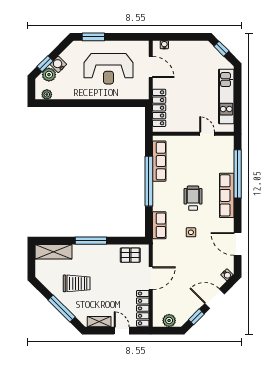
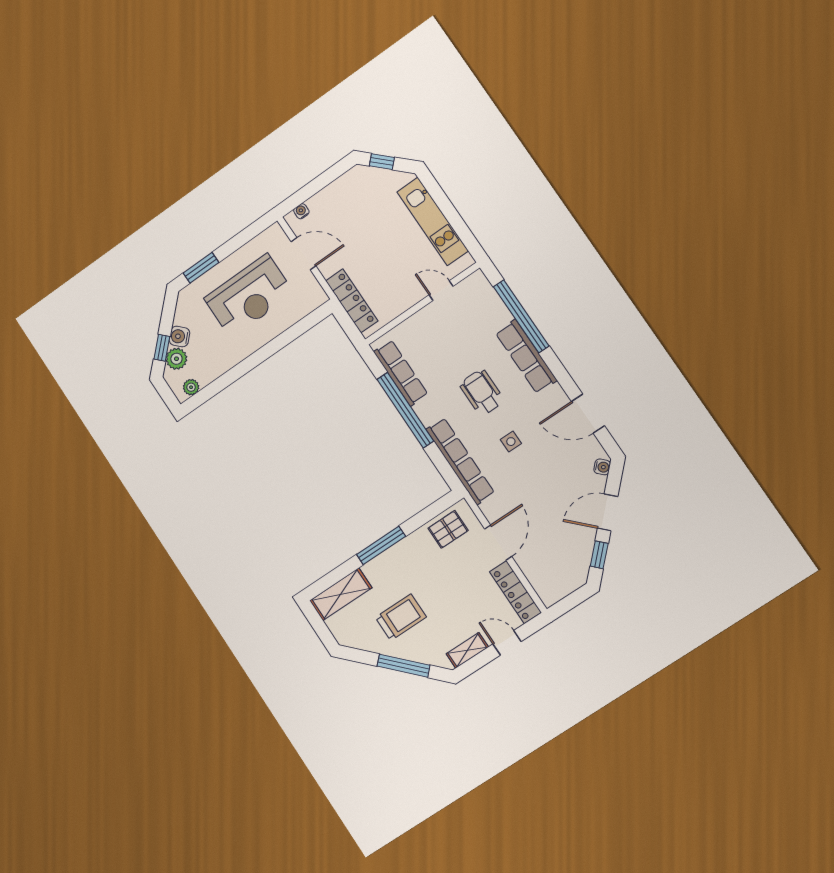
row of seats: (159, 225) -> (460, 461), width x2.02
plant: (169, 320) -> (564, 585), removed

